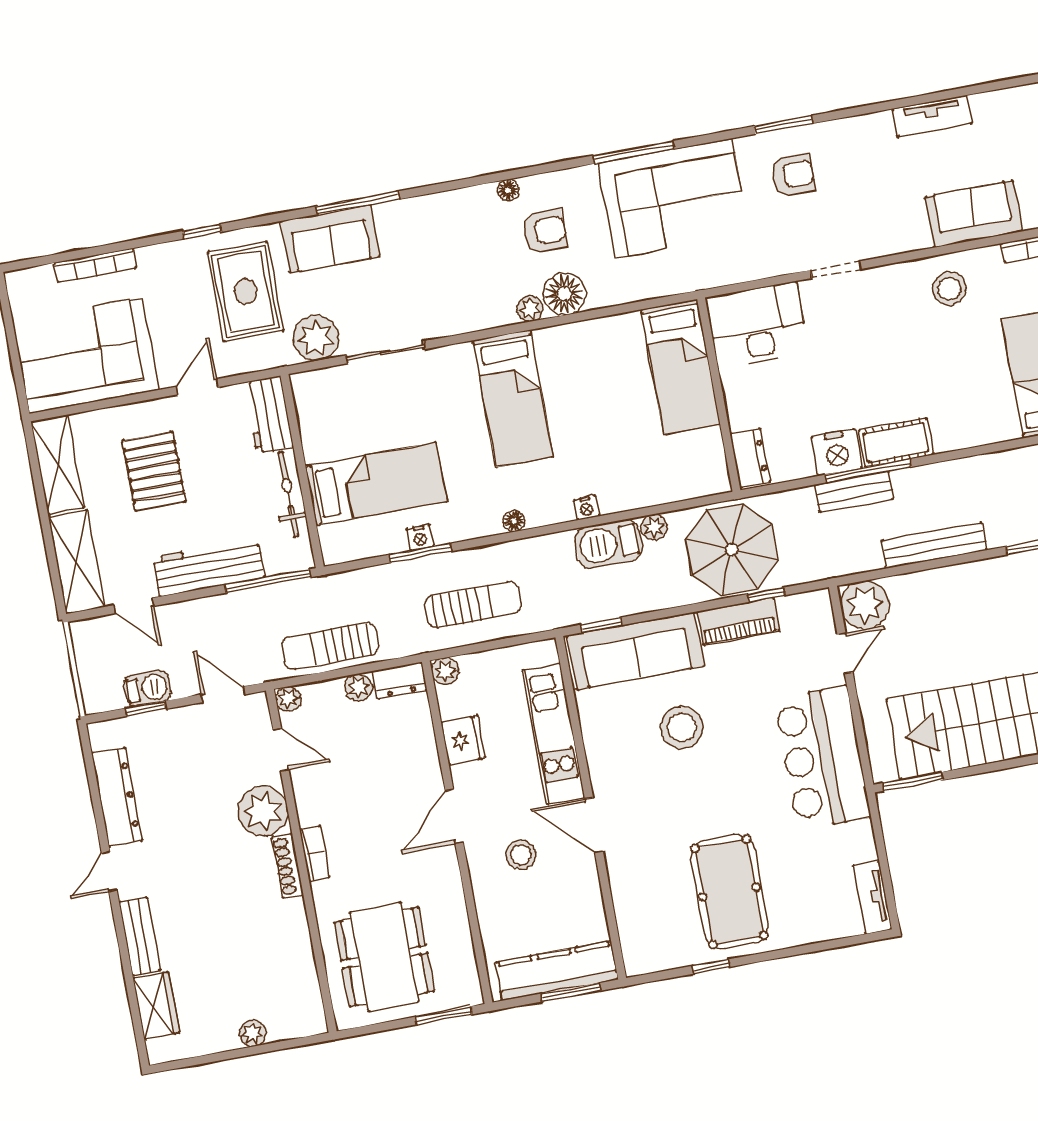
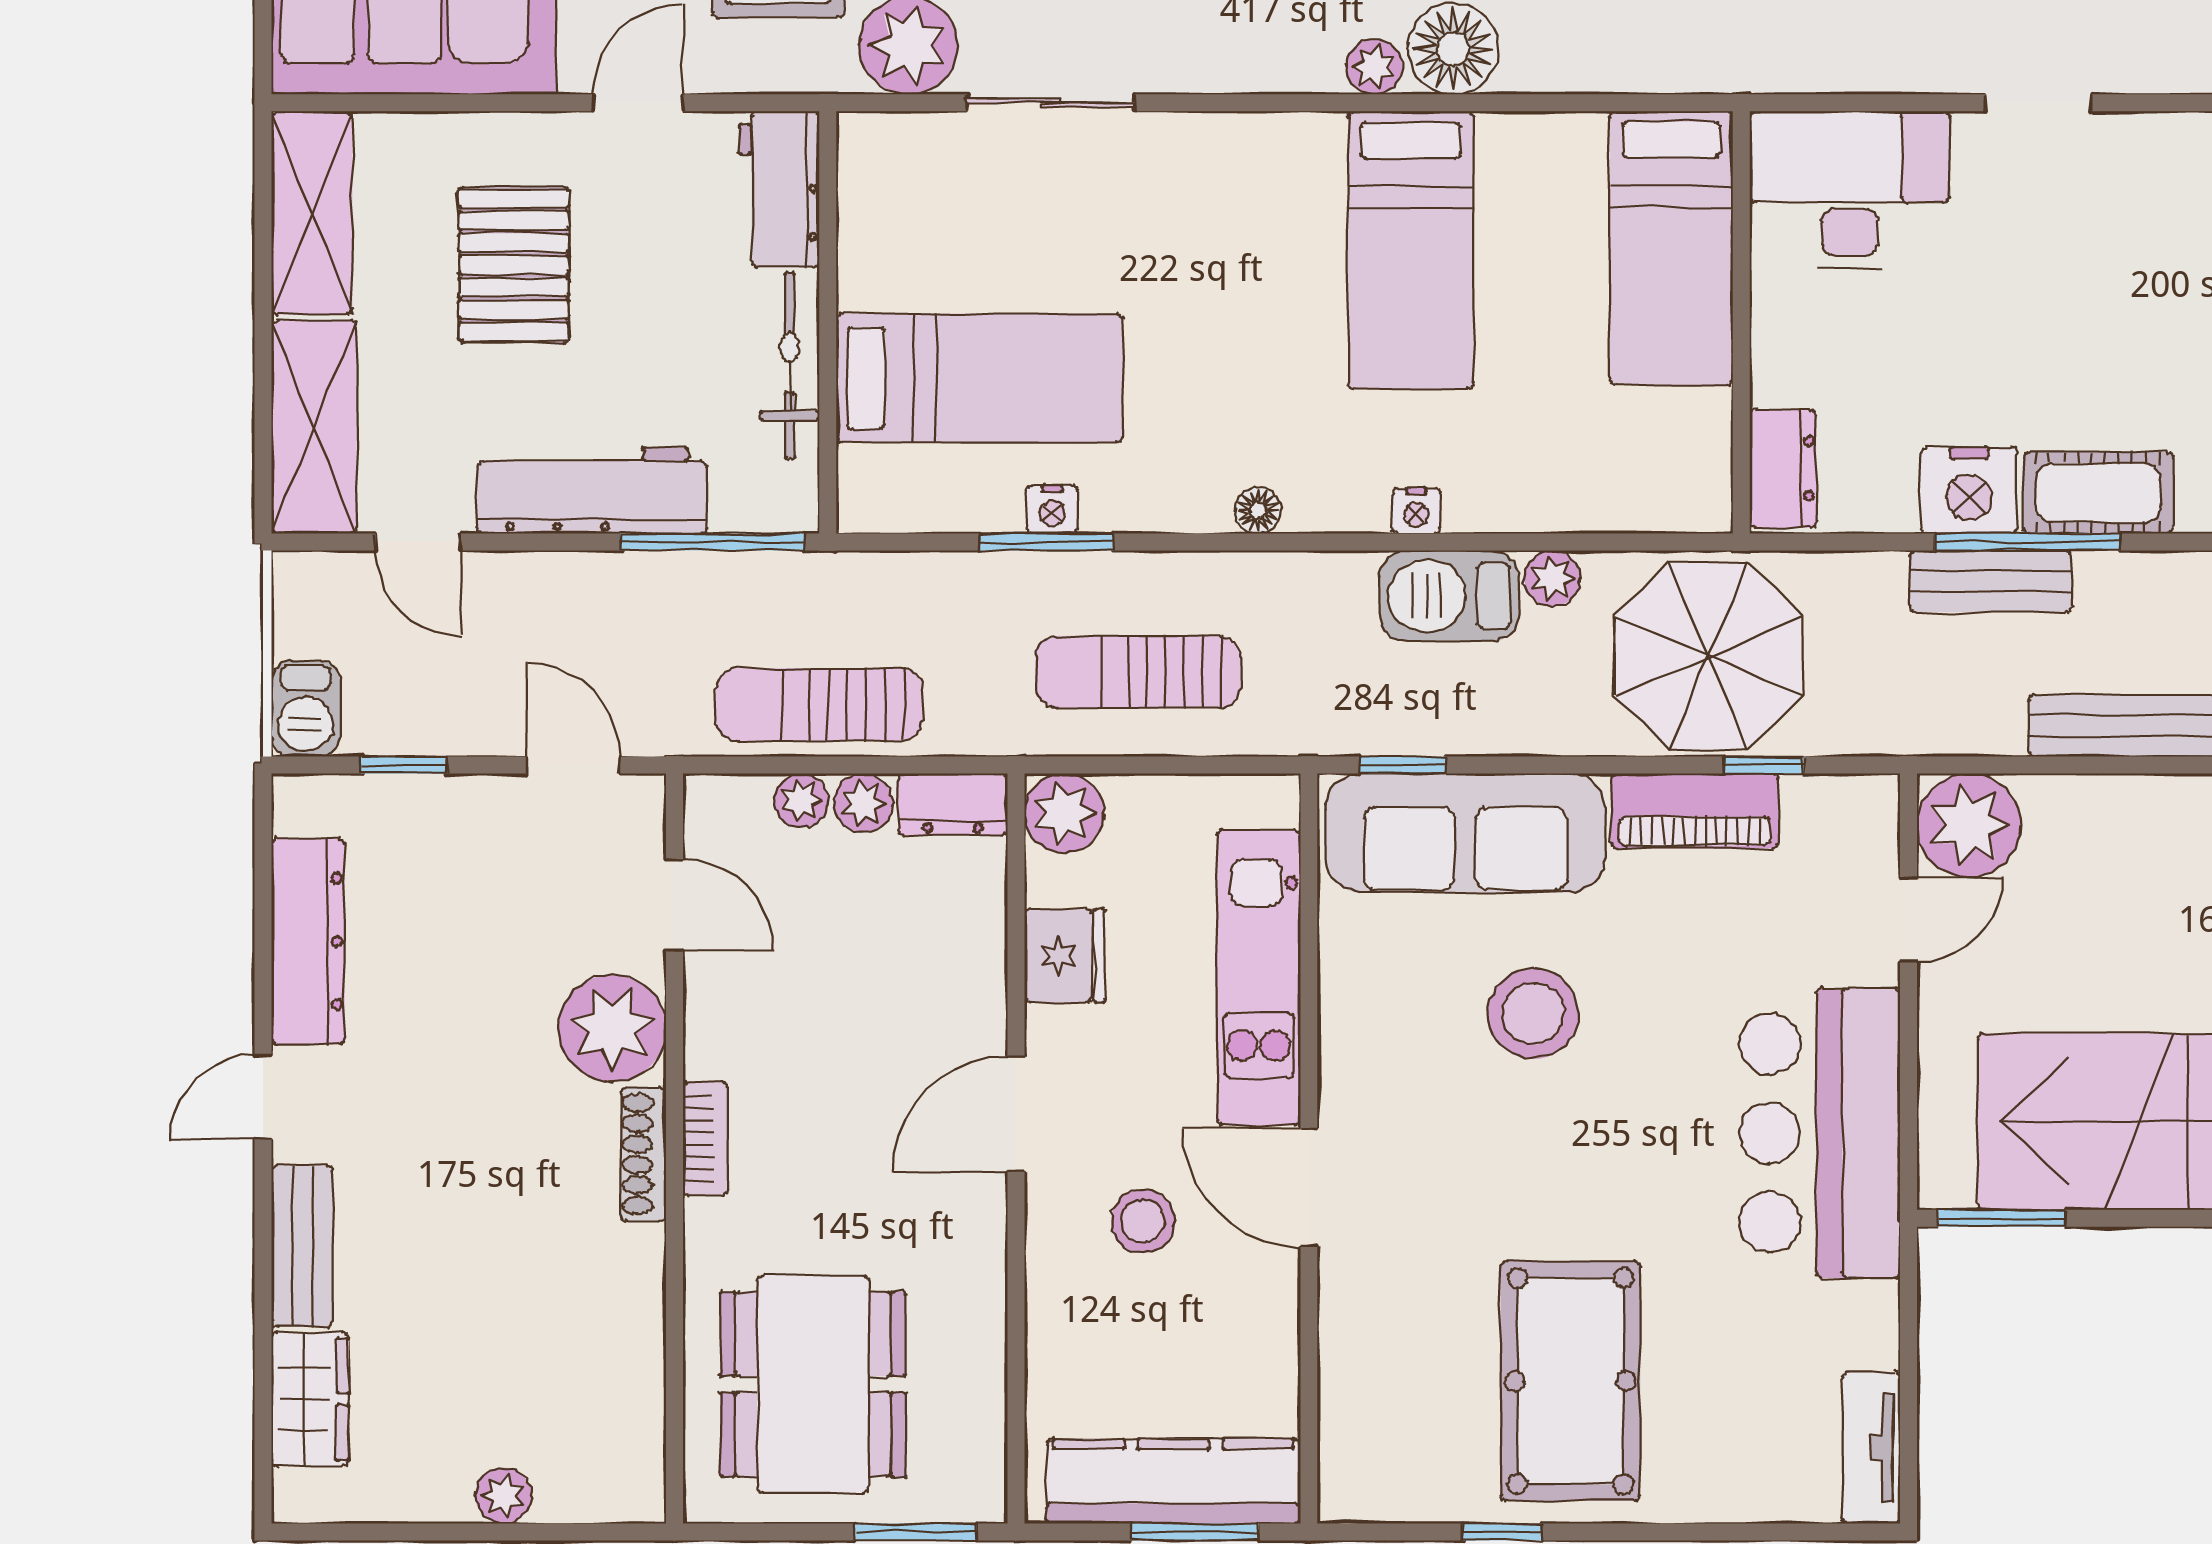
bed: (513, 398) -> (1411, 250), moved
sun lounger: (473, 605) -> (1138, 672), turned 180
plant: (445, 671) -> (1064, 813), width x1.38, depth x1.38
barbecue: (147, 688) -> (306, 709), moved, turned 90
plant: (288, 699) -> (801, 800), moved

